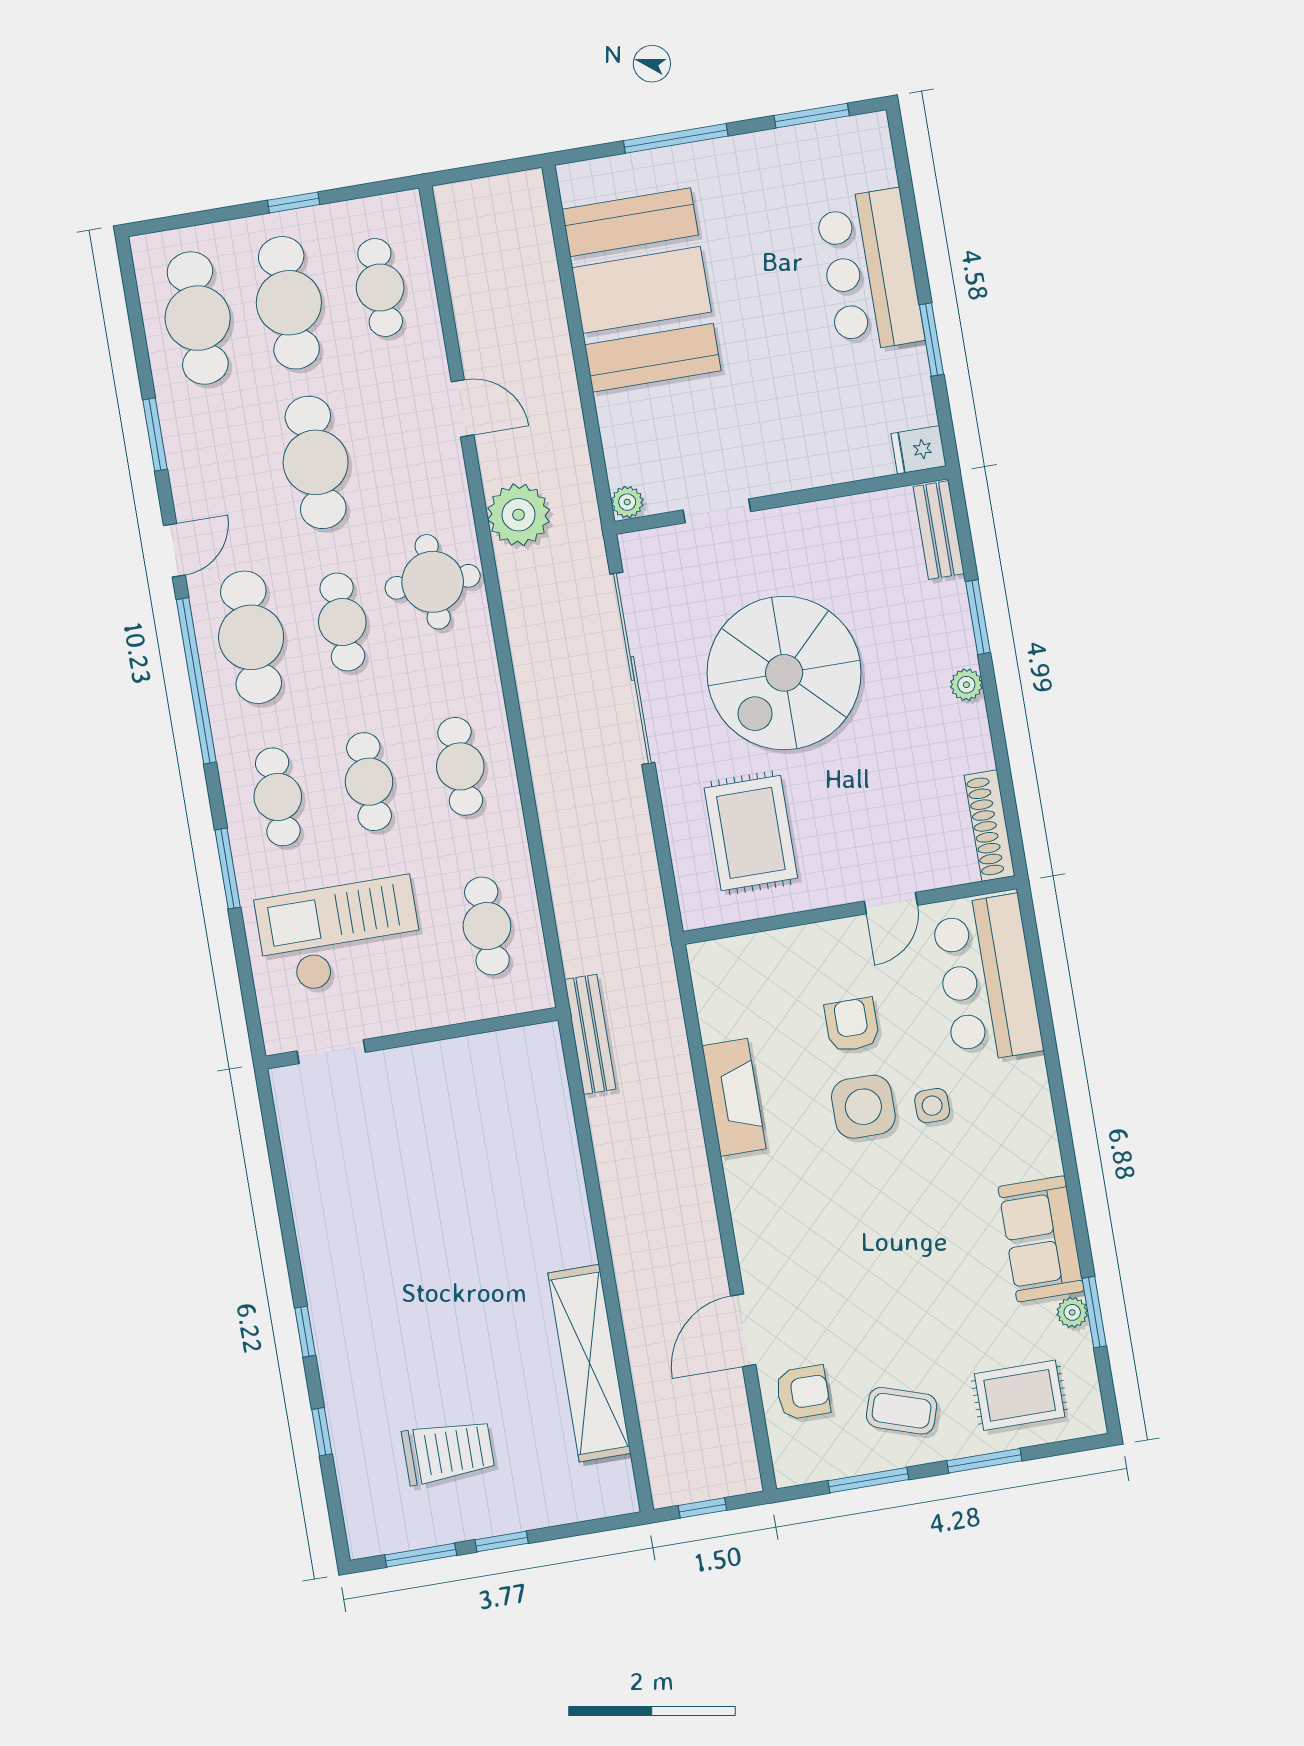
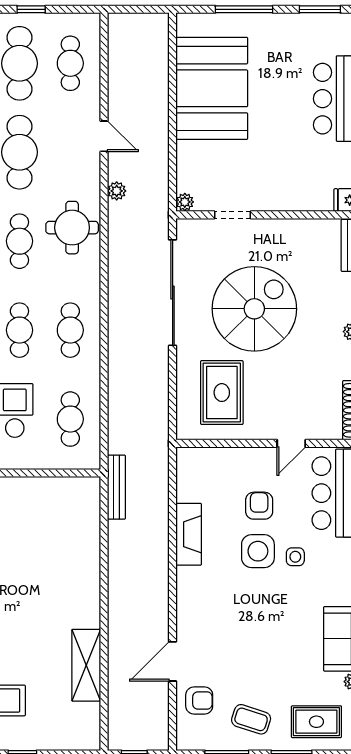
plant: (519, 515) -> (117, 191), width x0.53, depth x0.53
spiral stairs: (784, 673) -> (254, 309), turned 180
shelving: (589, 1363) -> (86, 665), width x0.68

